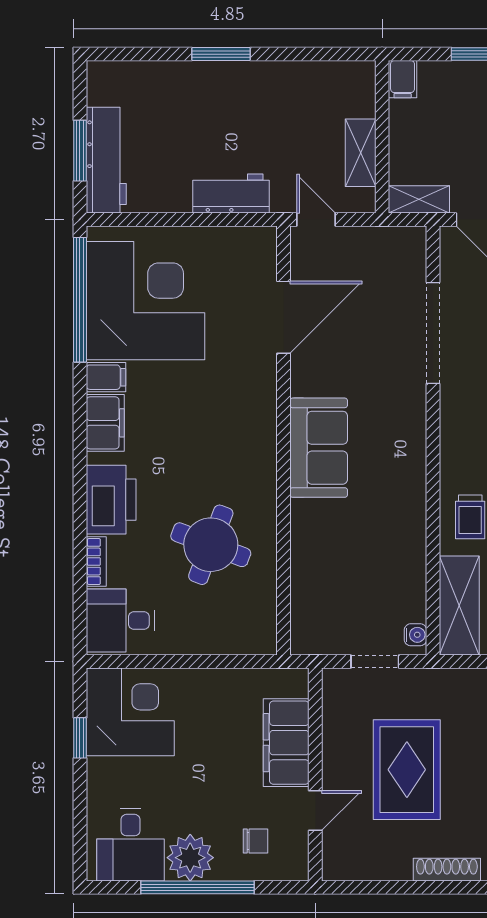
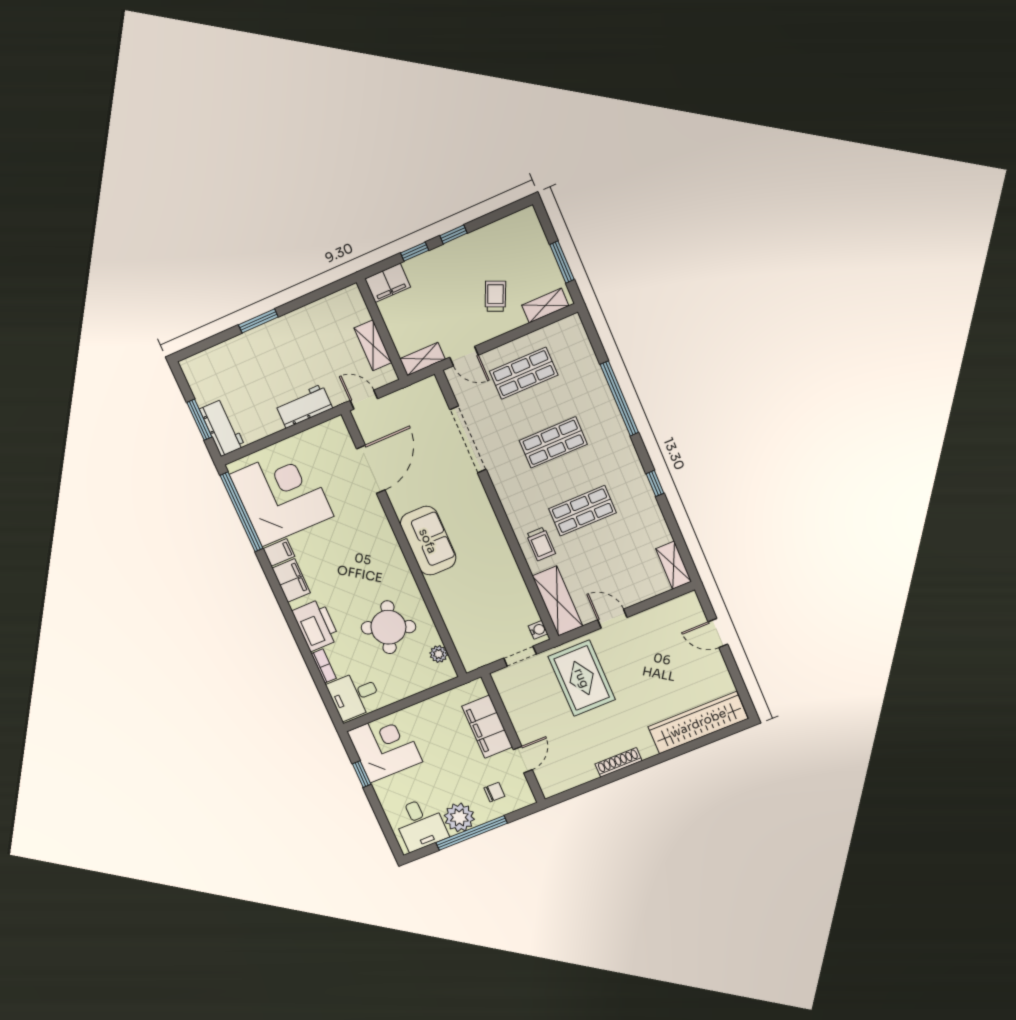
filing cabinet: (403, 79) -> (388, 283), width x2.00
workbench: (106, 160) -> (222, 428), width x0.73
plant: (264, 611) -> (439, 654), added
rug: (407, 770) -> (582, 678), moved

